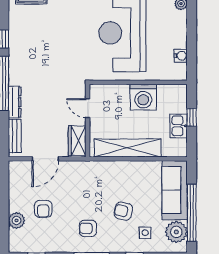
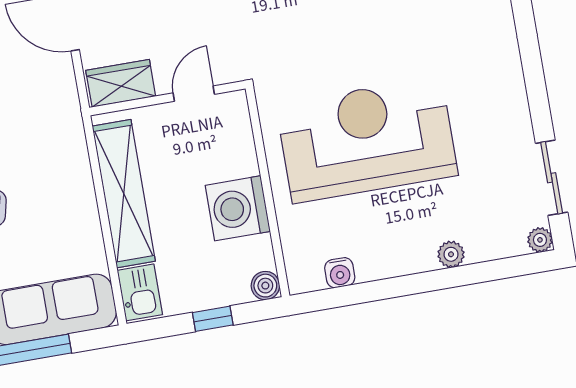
boiler: (181, 91) -> (265, 286), added
kitchen sink: (179, 126) -> (140, 292), moved, turned 90

